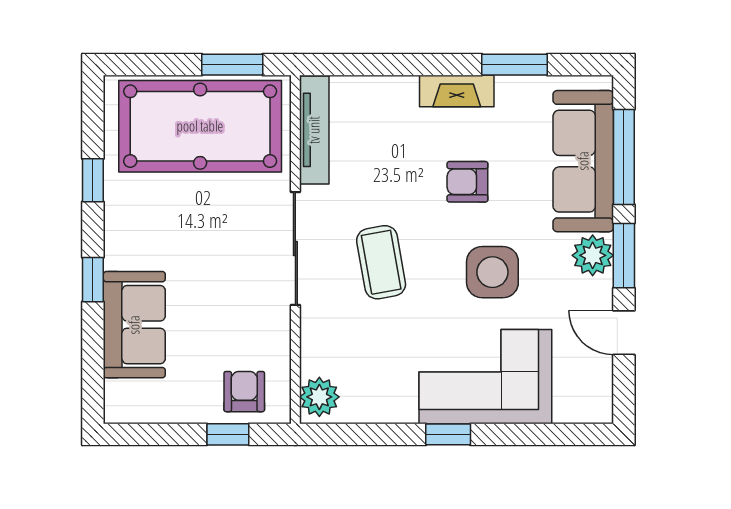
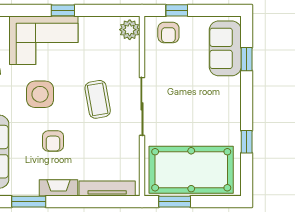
tv unit: (314, 130) -> (107, 189), moved, turned 90
armchair: (467, 182) -> (53, 141), turned 90
window: (93, 280) -> (247, 59), moved
sofa: (134, 325) -> (225, 48), moved

